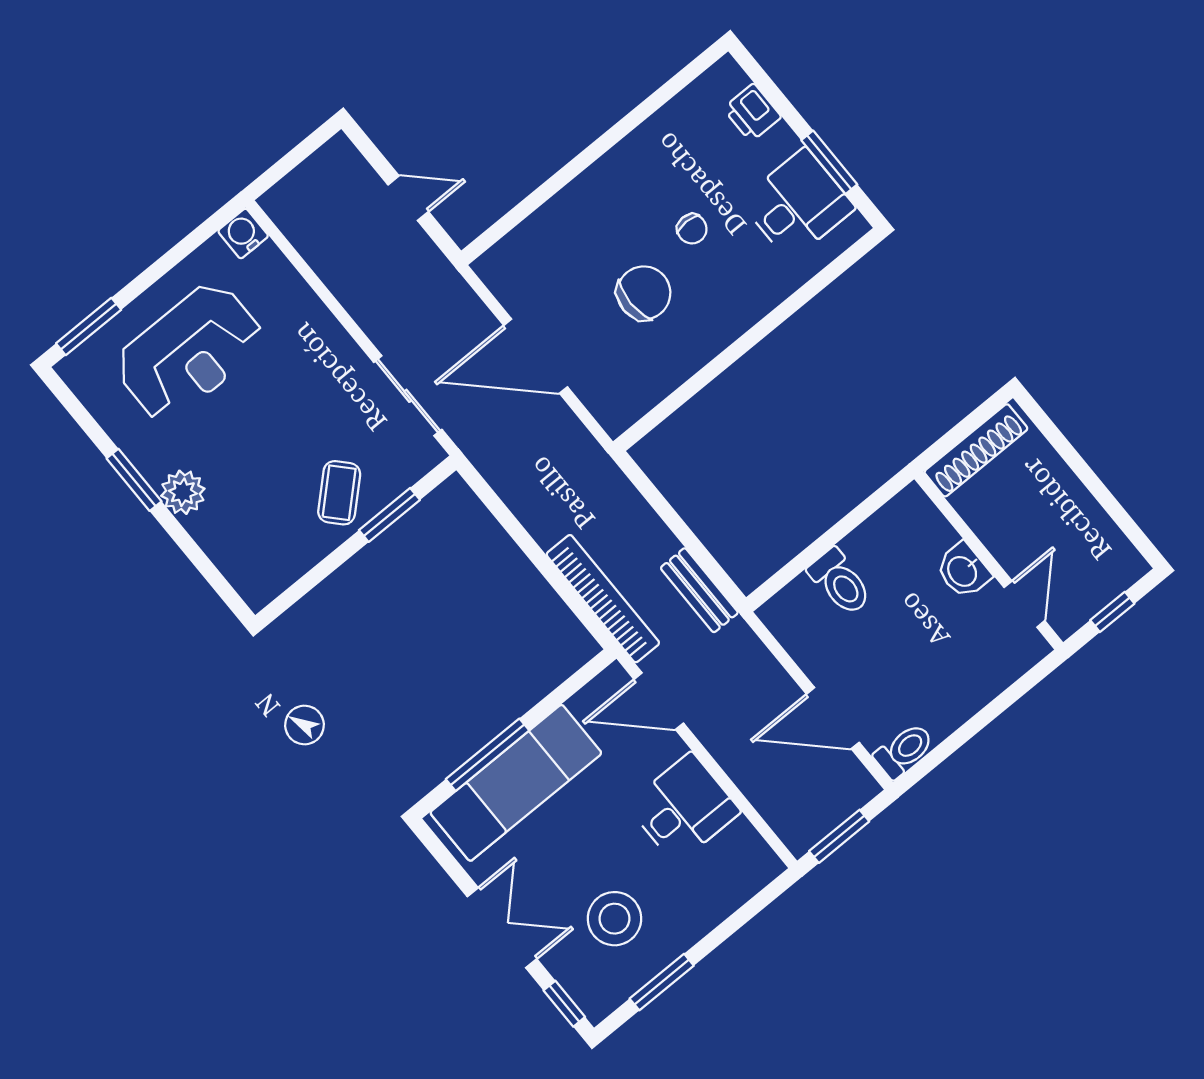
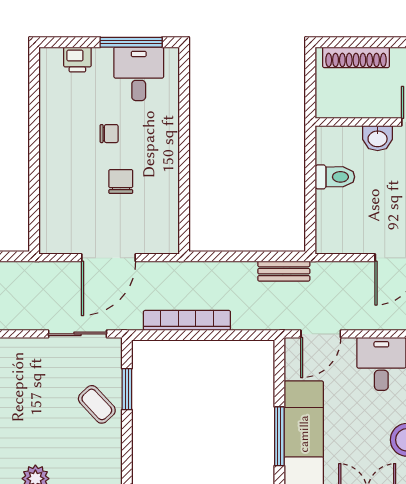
window: (829, 162) -> (131, 42), width x1.44
chair: (644, 293) -> (121, 181), width x0.73, depth x0.73
shoe rack: (976, 450) -> (356, 57), moved, turned 90
toilet: (840, 582) -> (335, 177), moved
bookcase: (603, 599) -> (187, 320), moved

